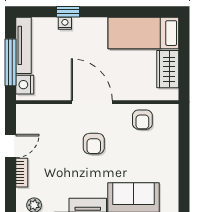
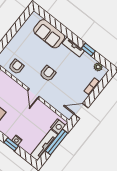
door: (92, 102) -> (33, 93), width x0.53
door: (11, 146) -> (81, 111), moved

